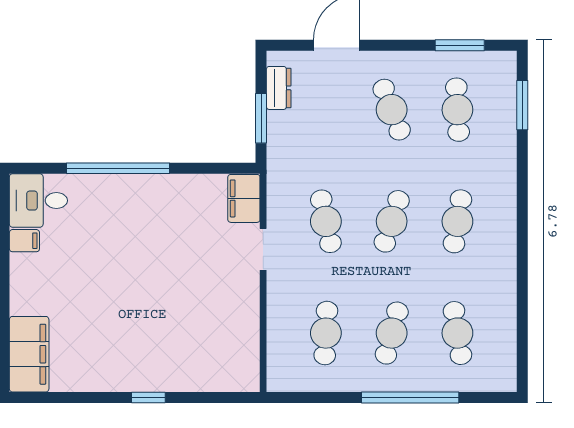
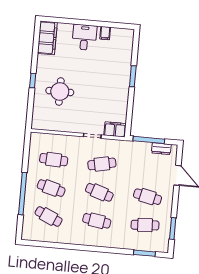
cafe table: (392, 110) -> (148, 197), turned 33
window: (261, 118) -> (149, 140), width x1.44
window: (118, 168) -> (133, 76), width x0.47
desk: (38, 201) -> (84, 37), moved
round table: (168, 333) -> (60, 91), added
cafe table: (457, 333) -> (49, 216), turned 33
filing cabinet: (29, 354) -> (47, 38), moved, turned -90

